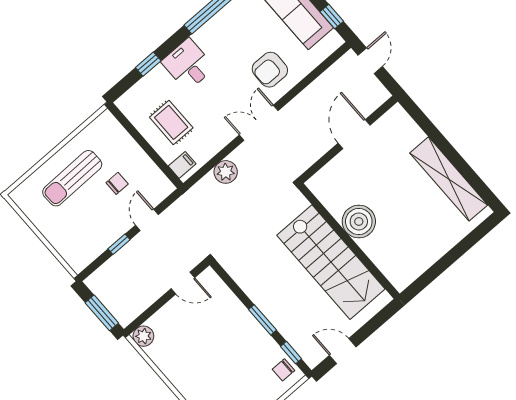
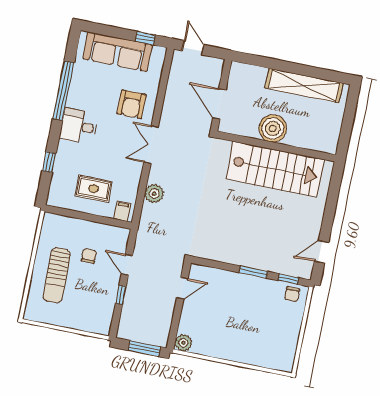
desk: (188, 65) -> (79, 126), moved
boiler: (359, 222) -> (273, 128), moved
wall: (349, 241) -> (276, 146), moved
stairs: (331, 262) -> (275, 169), moved

